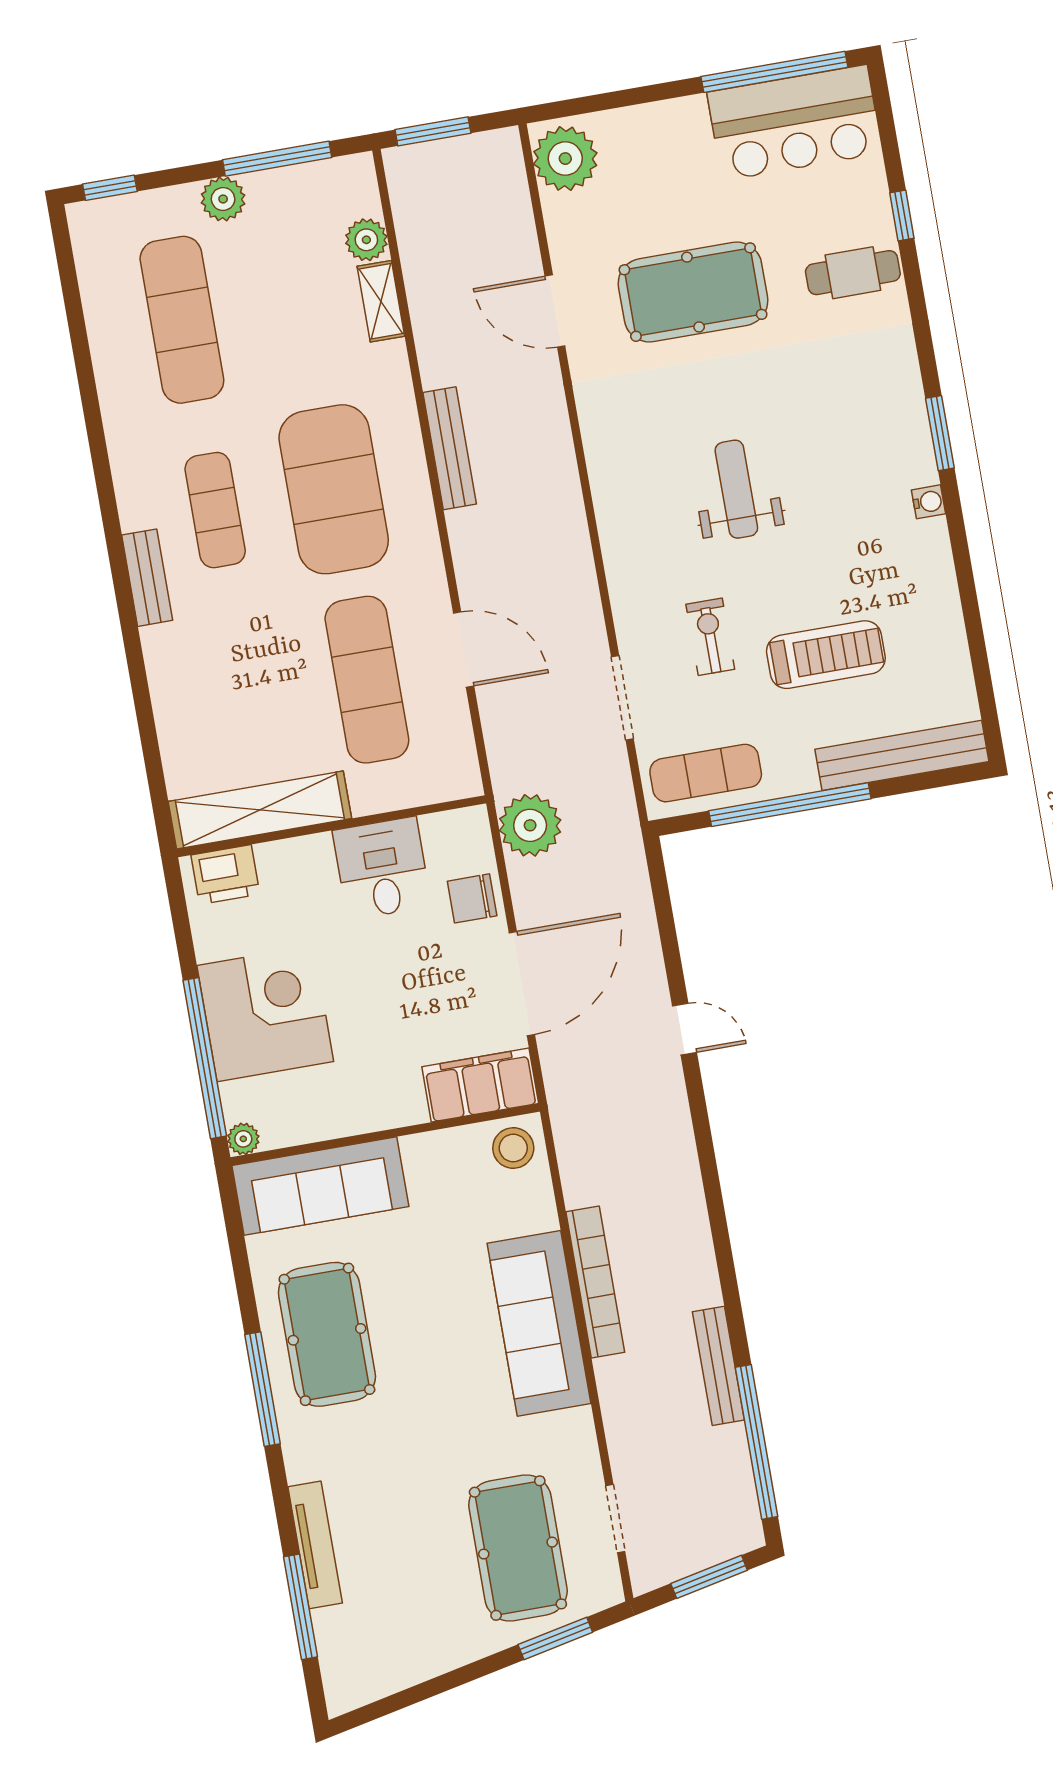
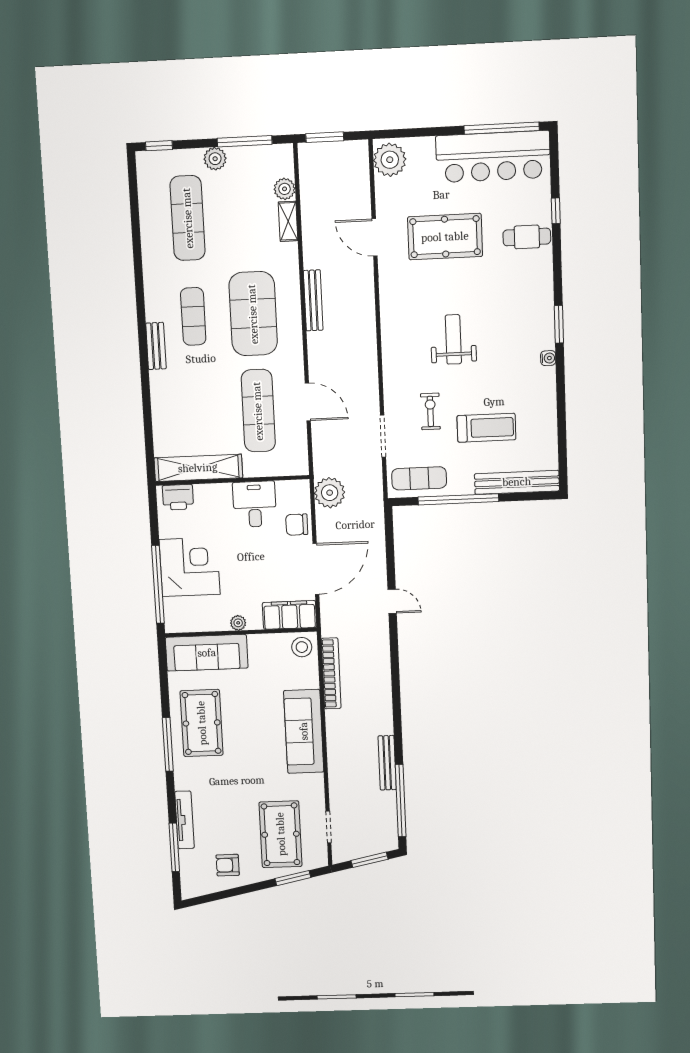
bar counter: (795, 123) -> (493, 157), width x1.36
plant: (243, 1139) -> (238, 623), moved
bookcase: (595, 1282) -> (331, 673), moved
armchair: (416, 1630) -> (228, 865), added

